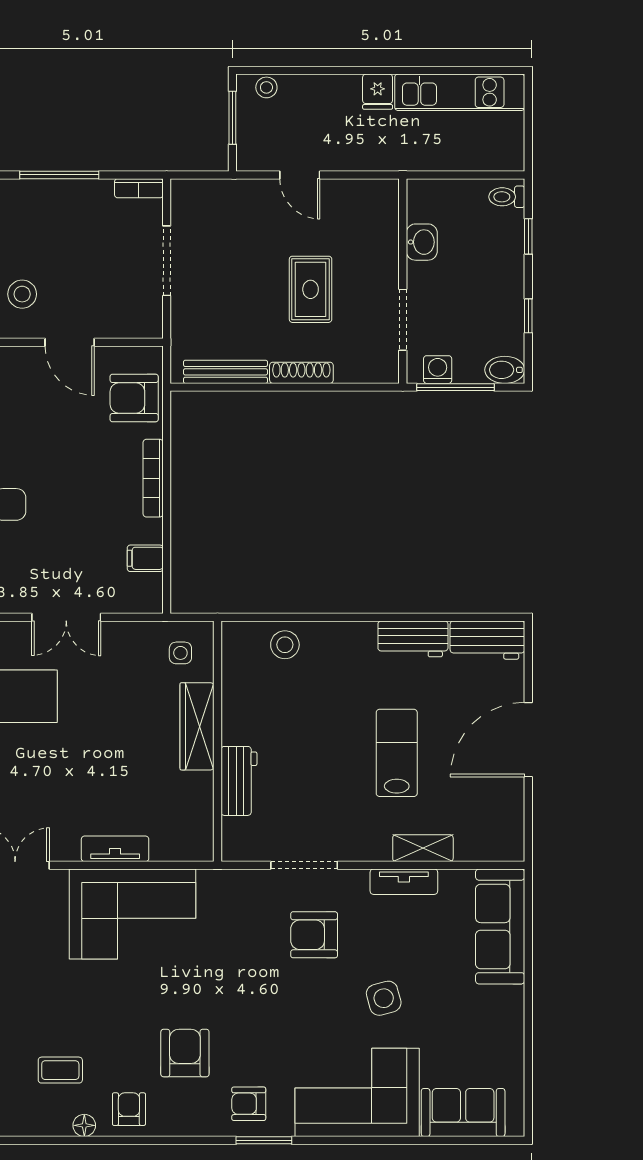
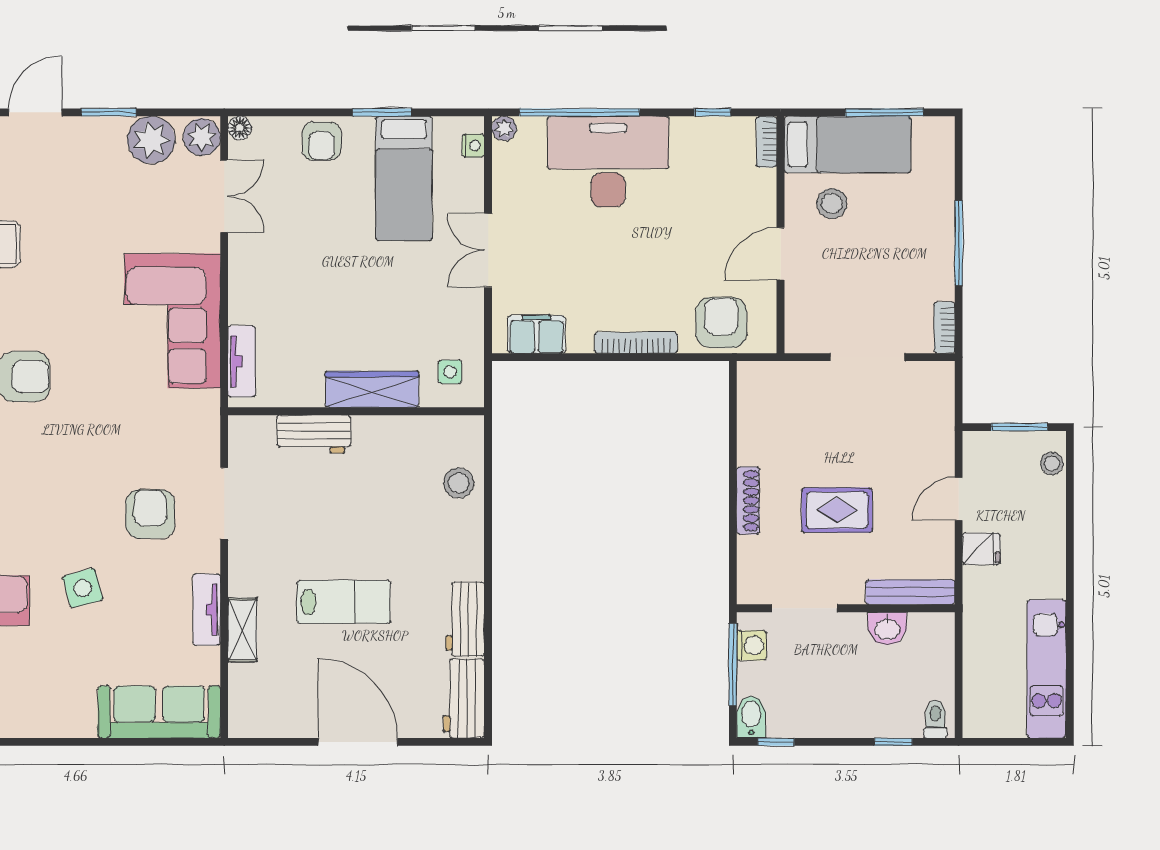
fridge: (378, 92) -> (981, 549), moved, turned 180
window: (528, 316) -> (776, 742), moved
bench: (225, 372) -> (910, 592), moved, turned 90
filing cabinet: (145, 558) -> (537, 334), width x2.00
tv unit: (115, 849) -> (242, 361), moved

